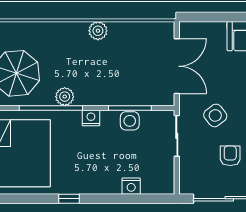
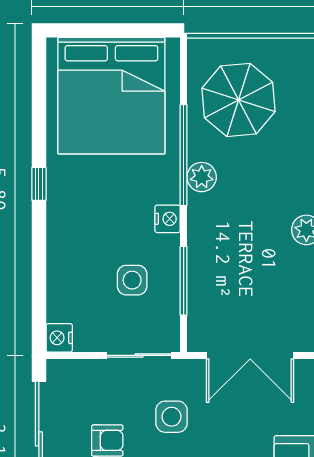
side table: (215, 115) -> (172, 417), turned 38
side table: (130, 121) -> (132, 280), moved
nightstand: (131, 186) -> (59, 338), moved

